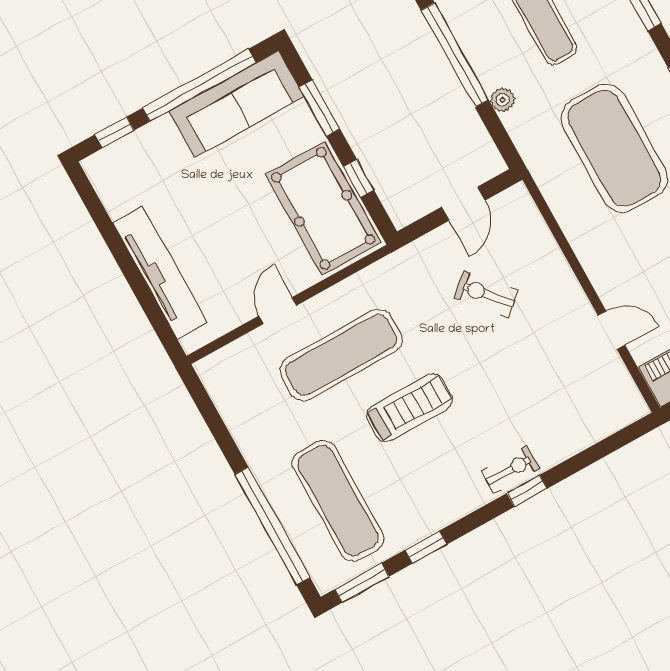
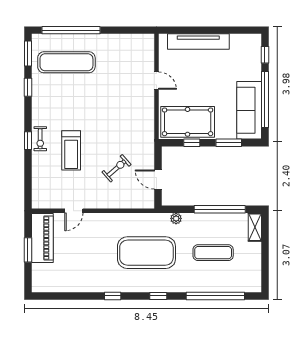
plant: (503, 100) -> (176, 218), moved
exercise mat: (341, 355) -> (124, 96), removed
treadmill: (410, 408) -> (71, 150), moved

